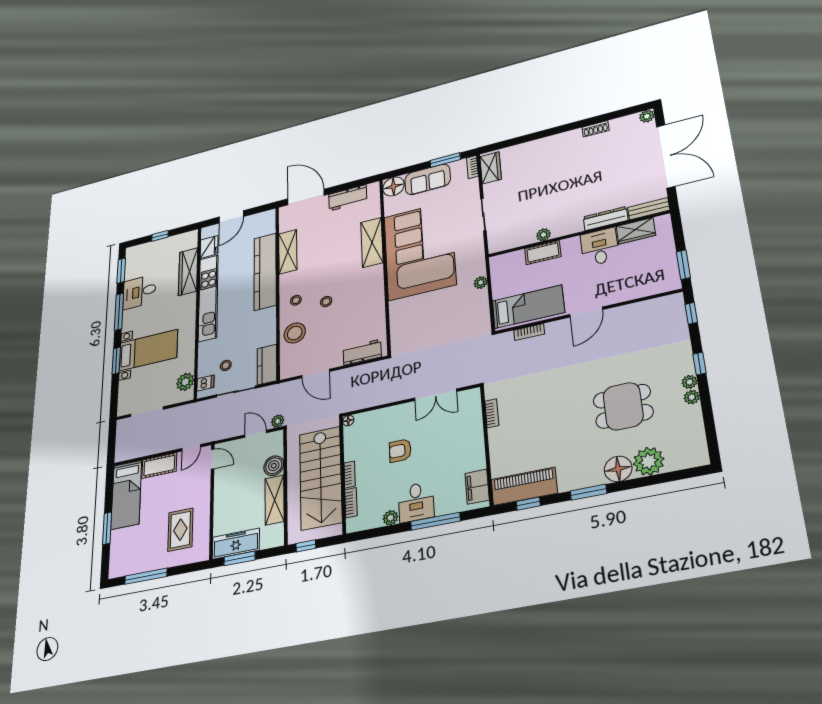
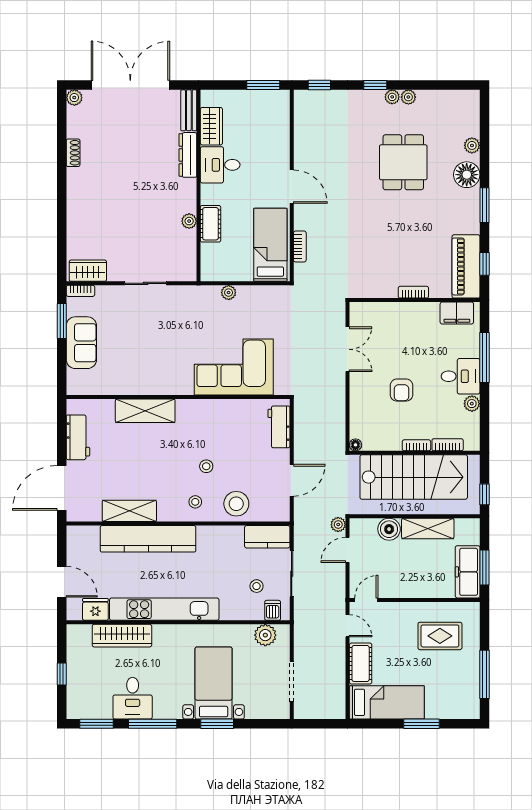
floor lamp: (393, 186) -> (79, 383), removed
corner sofa: (420, 250) -> (234, 367), moved, width x0.73, depth x0.74
bookcase: (492, 413) -> (413, 292), moved
plant: (649, 461) -> (472, 145), width x0.53, depth x0.53

